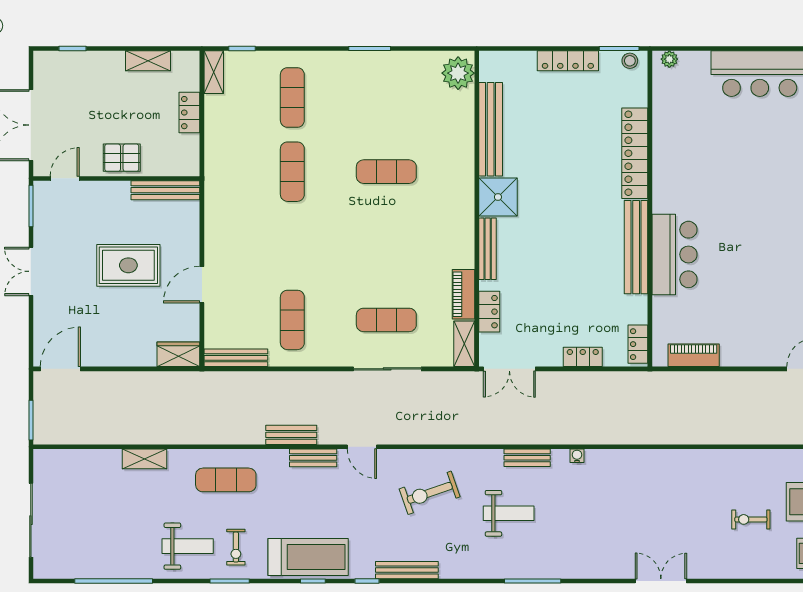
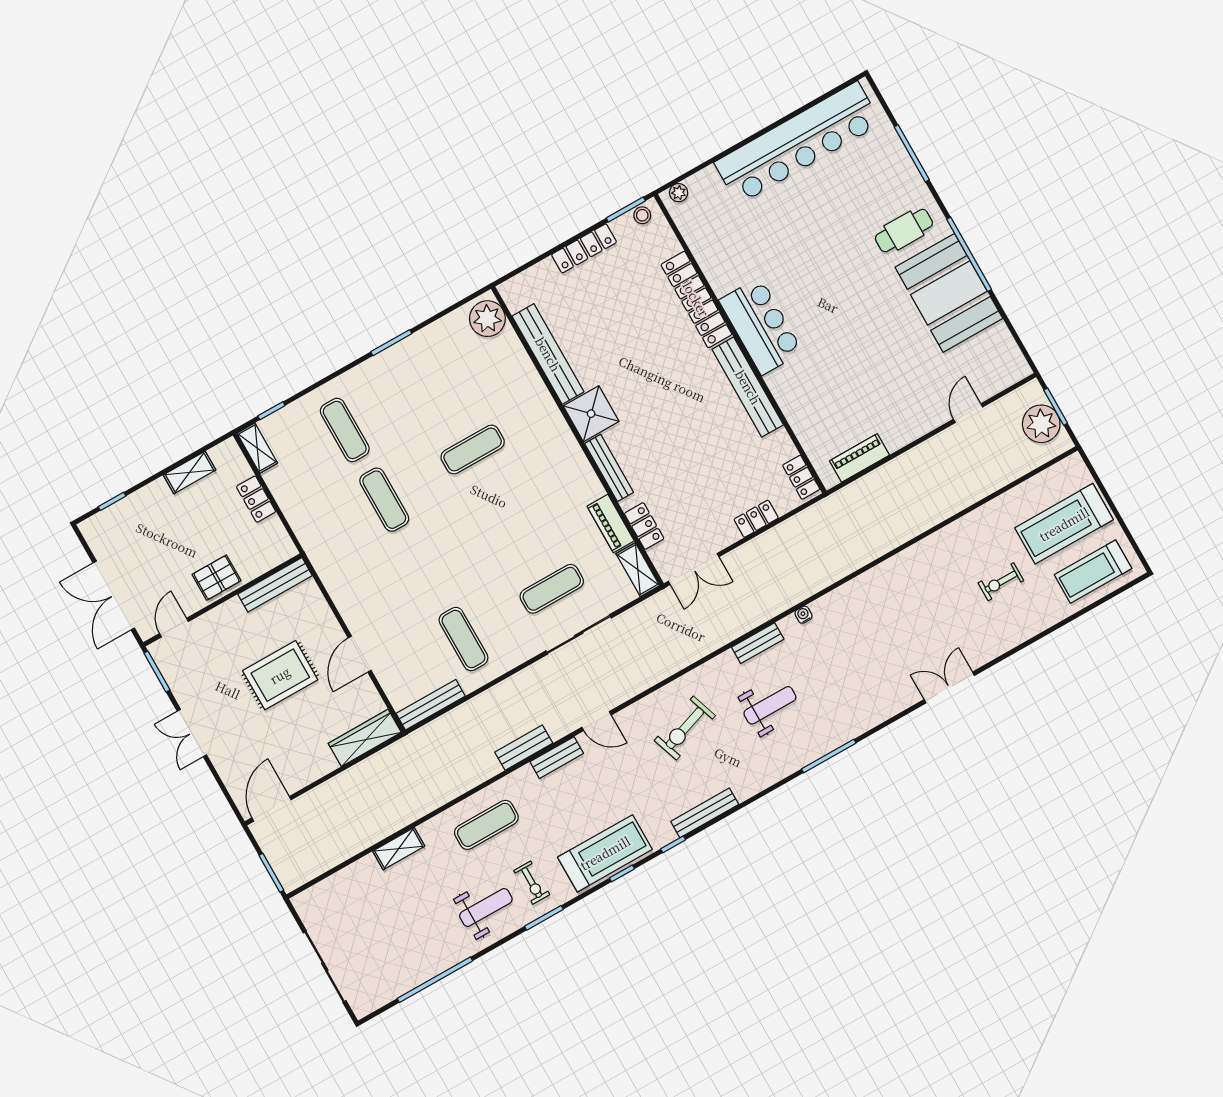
bar counter: (675, 254) -> (761, 326), moved
wardrobe: (178, 354) -> (365, 738), width x1.50

